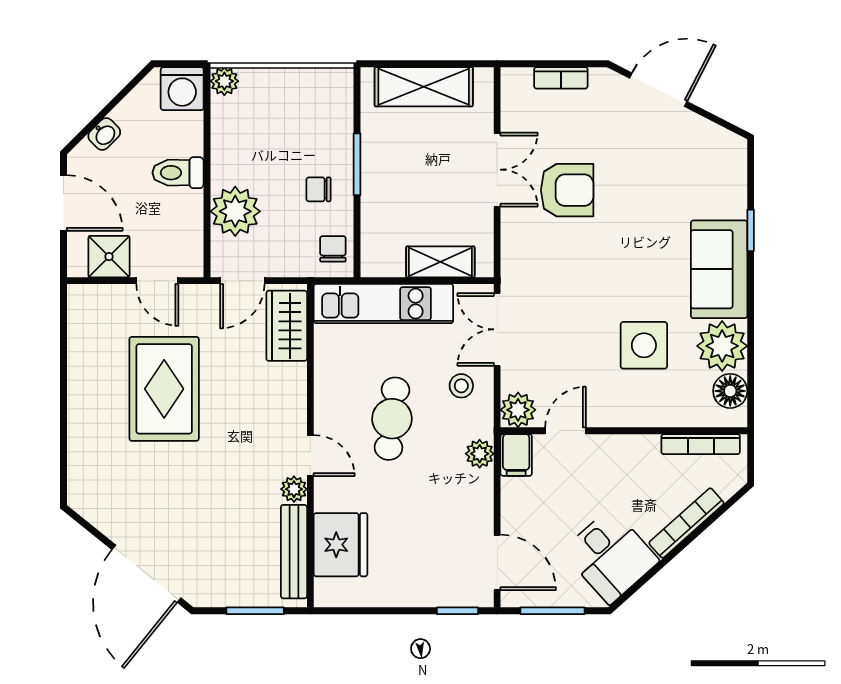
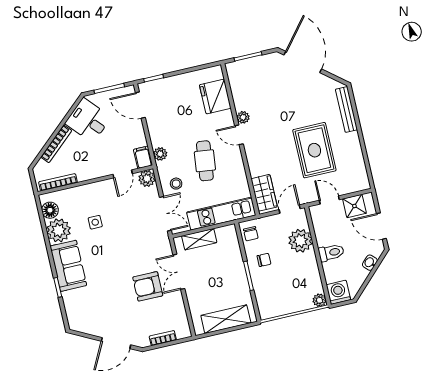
double door: (497, 170) -> (179, 272), moved
side table: (644, 345) -> (95, 222), width x0.54, depth x0.54
bench: (294, 552) -> (346, 109), moved

